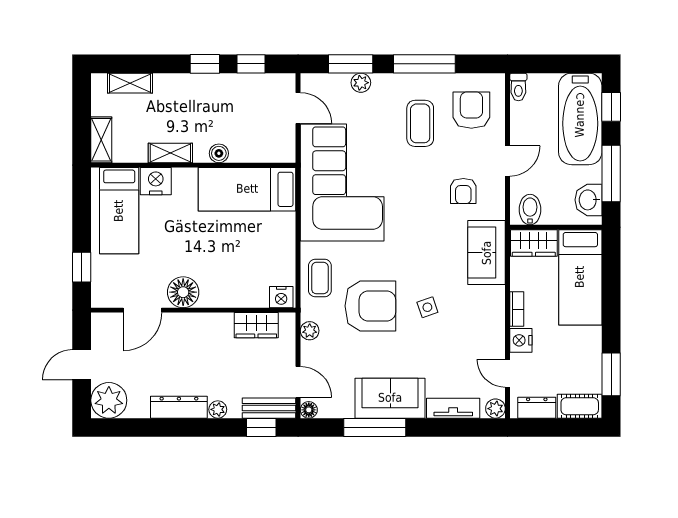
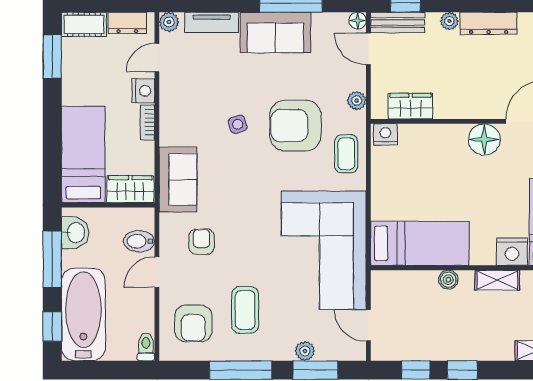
bidet: (530, 210) -> (139, 241), moved, turned 90
door: (507, 373) -> (157, 58), swing flipped

